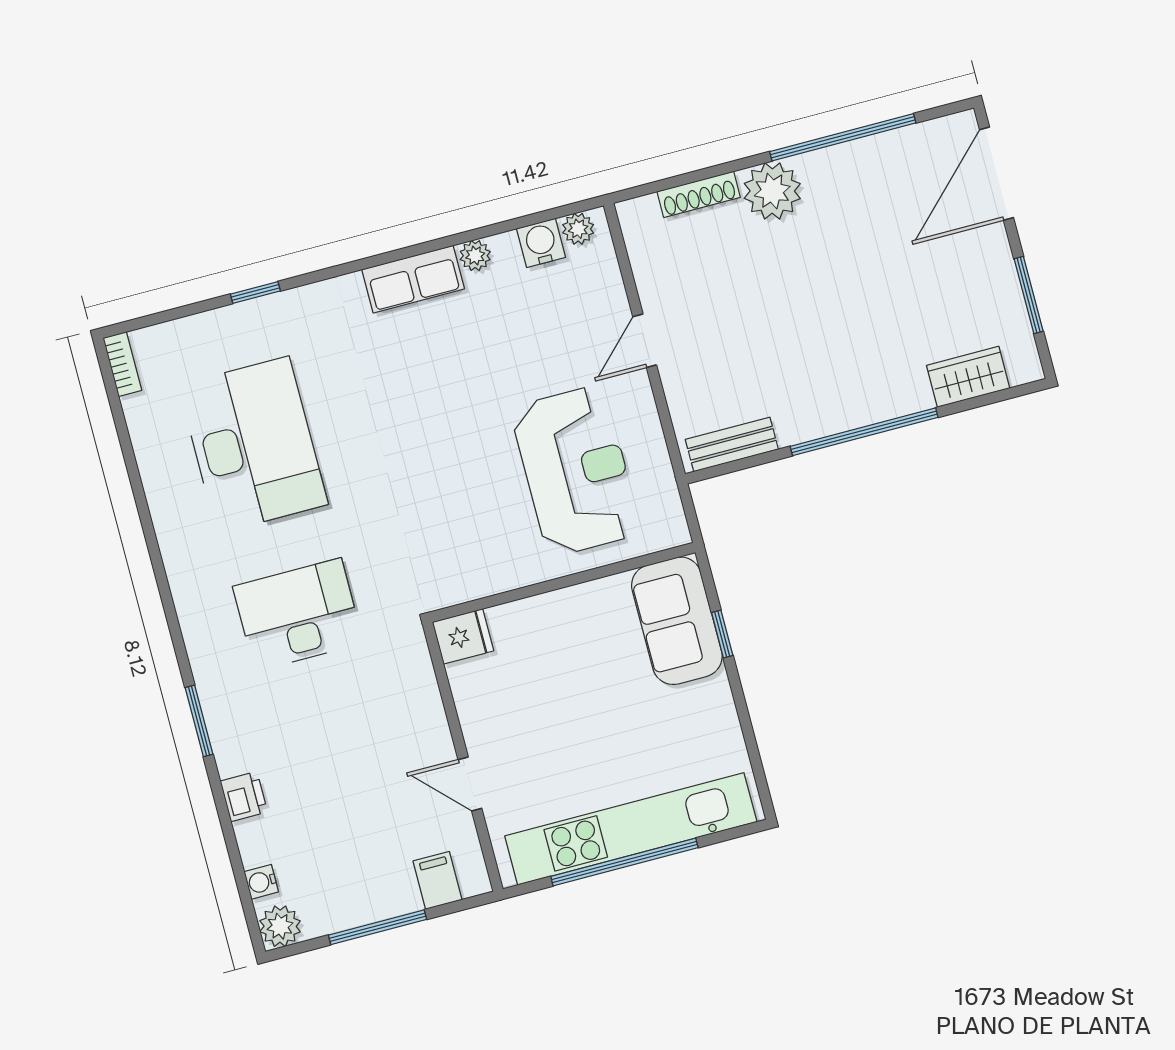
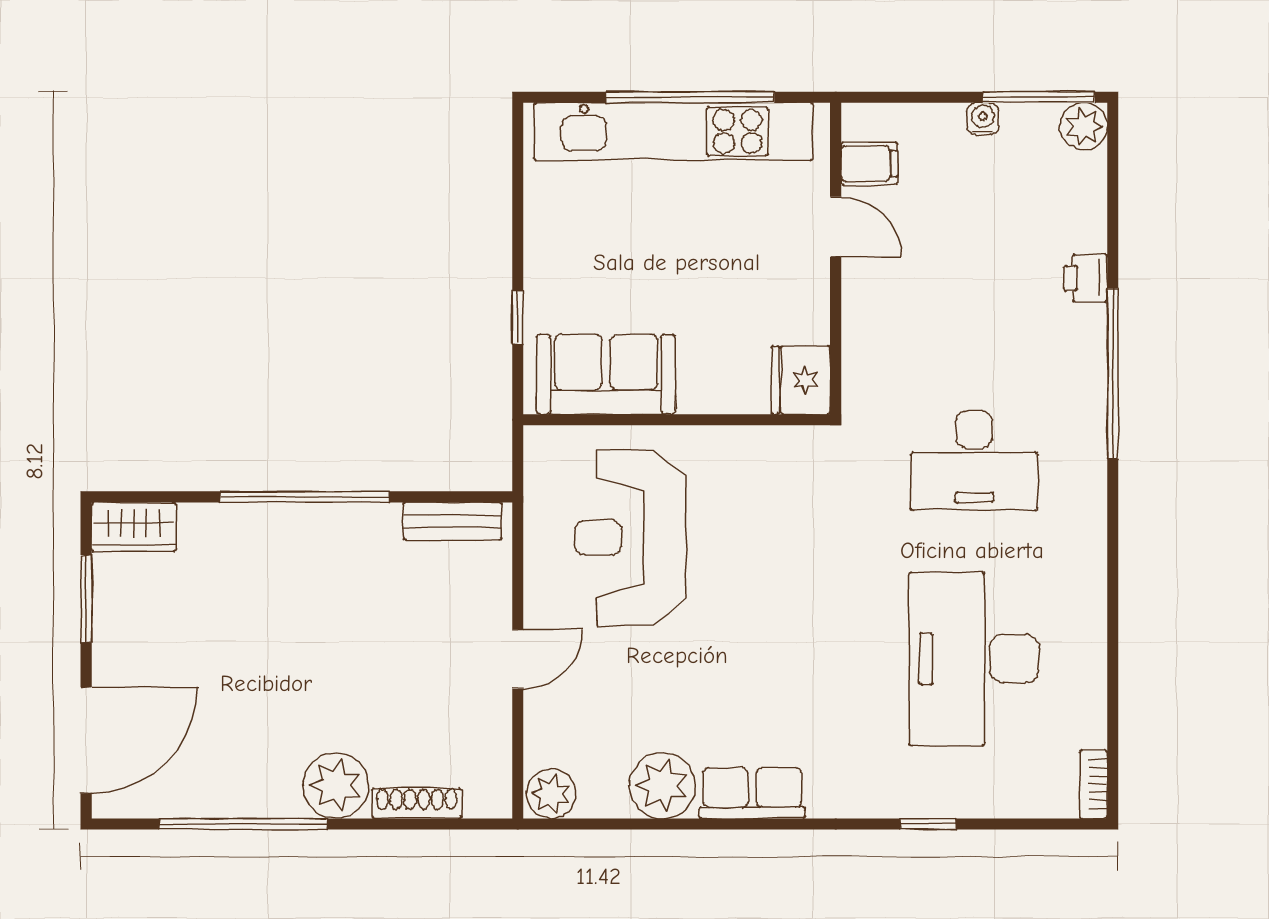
plant: (578, 229) -> (551, 794), width x1.38, depth x1.38
water cooler: (541, 243) -> (602, 796), removed
plant: (475, 256) -> (662, 786), width x1.88, depth x1.88
wardrobe: (968, 377) -> (134, 527), moved
sofa: (677, 621) -> (606, 374), moved, turned -90
fridge: (463, 636) -> (801, 380), width x1.38
window: (199, 721) -> (1113, 373), width x2.11
filing cabinet: (438, 880) -> (869, 164), moved, turned -90
water cooler: (261, 882) -> (983, 119), moved, turned -90
window: (378, 927) -> (1039, 97), moved

